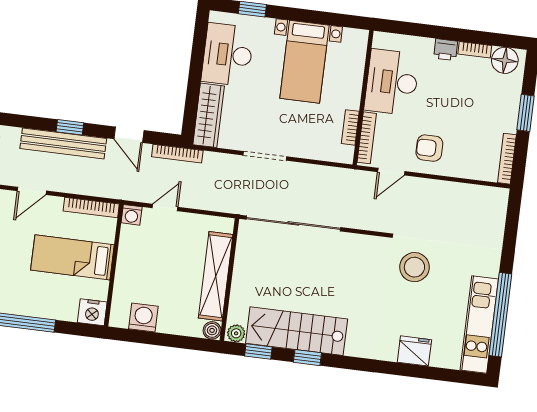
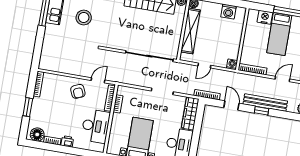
armchair: (429, 148) -> (78, 91), turned 67
door: (165, 207) -> (204, 66), moved
bed: (72, 257) -> (279, 34), moved, turned 90
stool: (414, 267) -> (84, 18), moved
nightstand: (92, 312) -> (265, 17), moved

